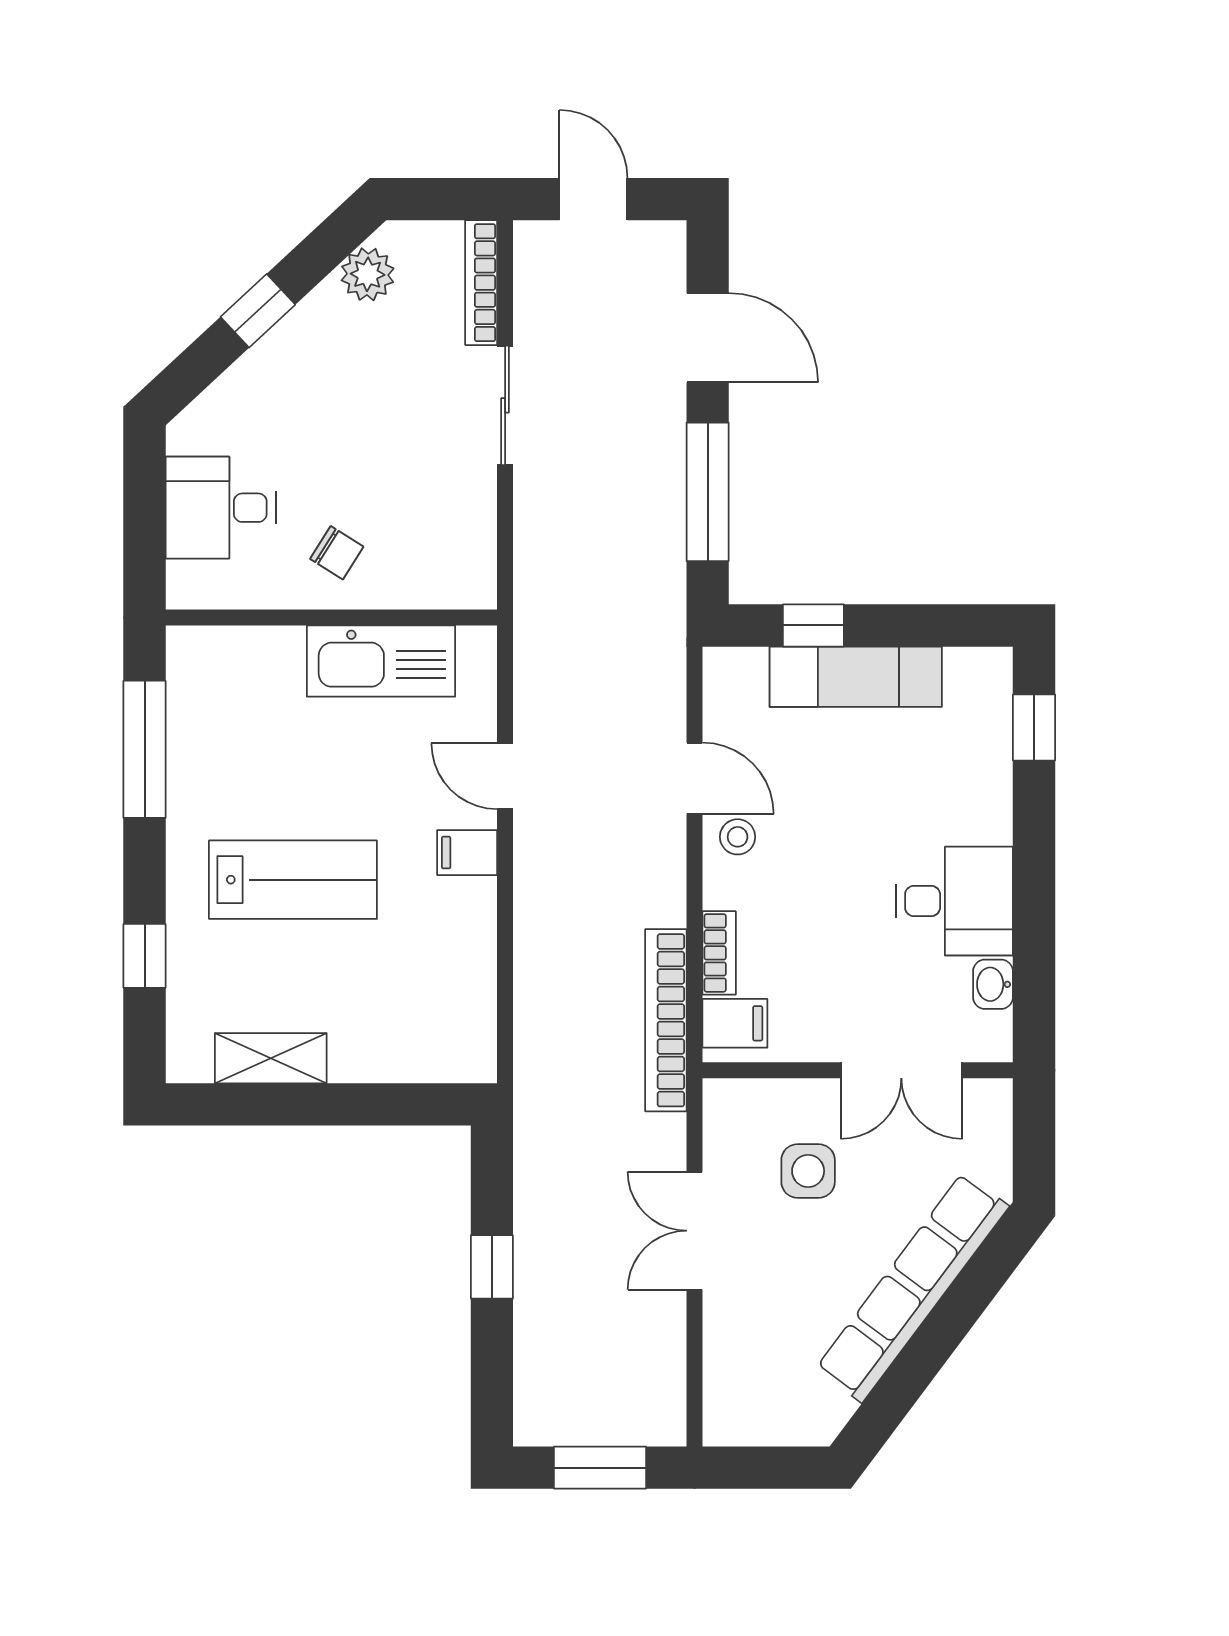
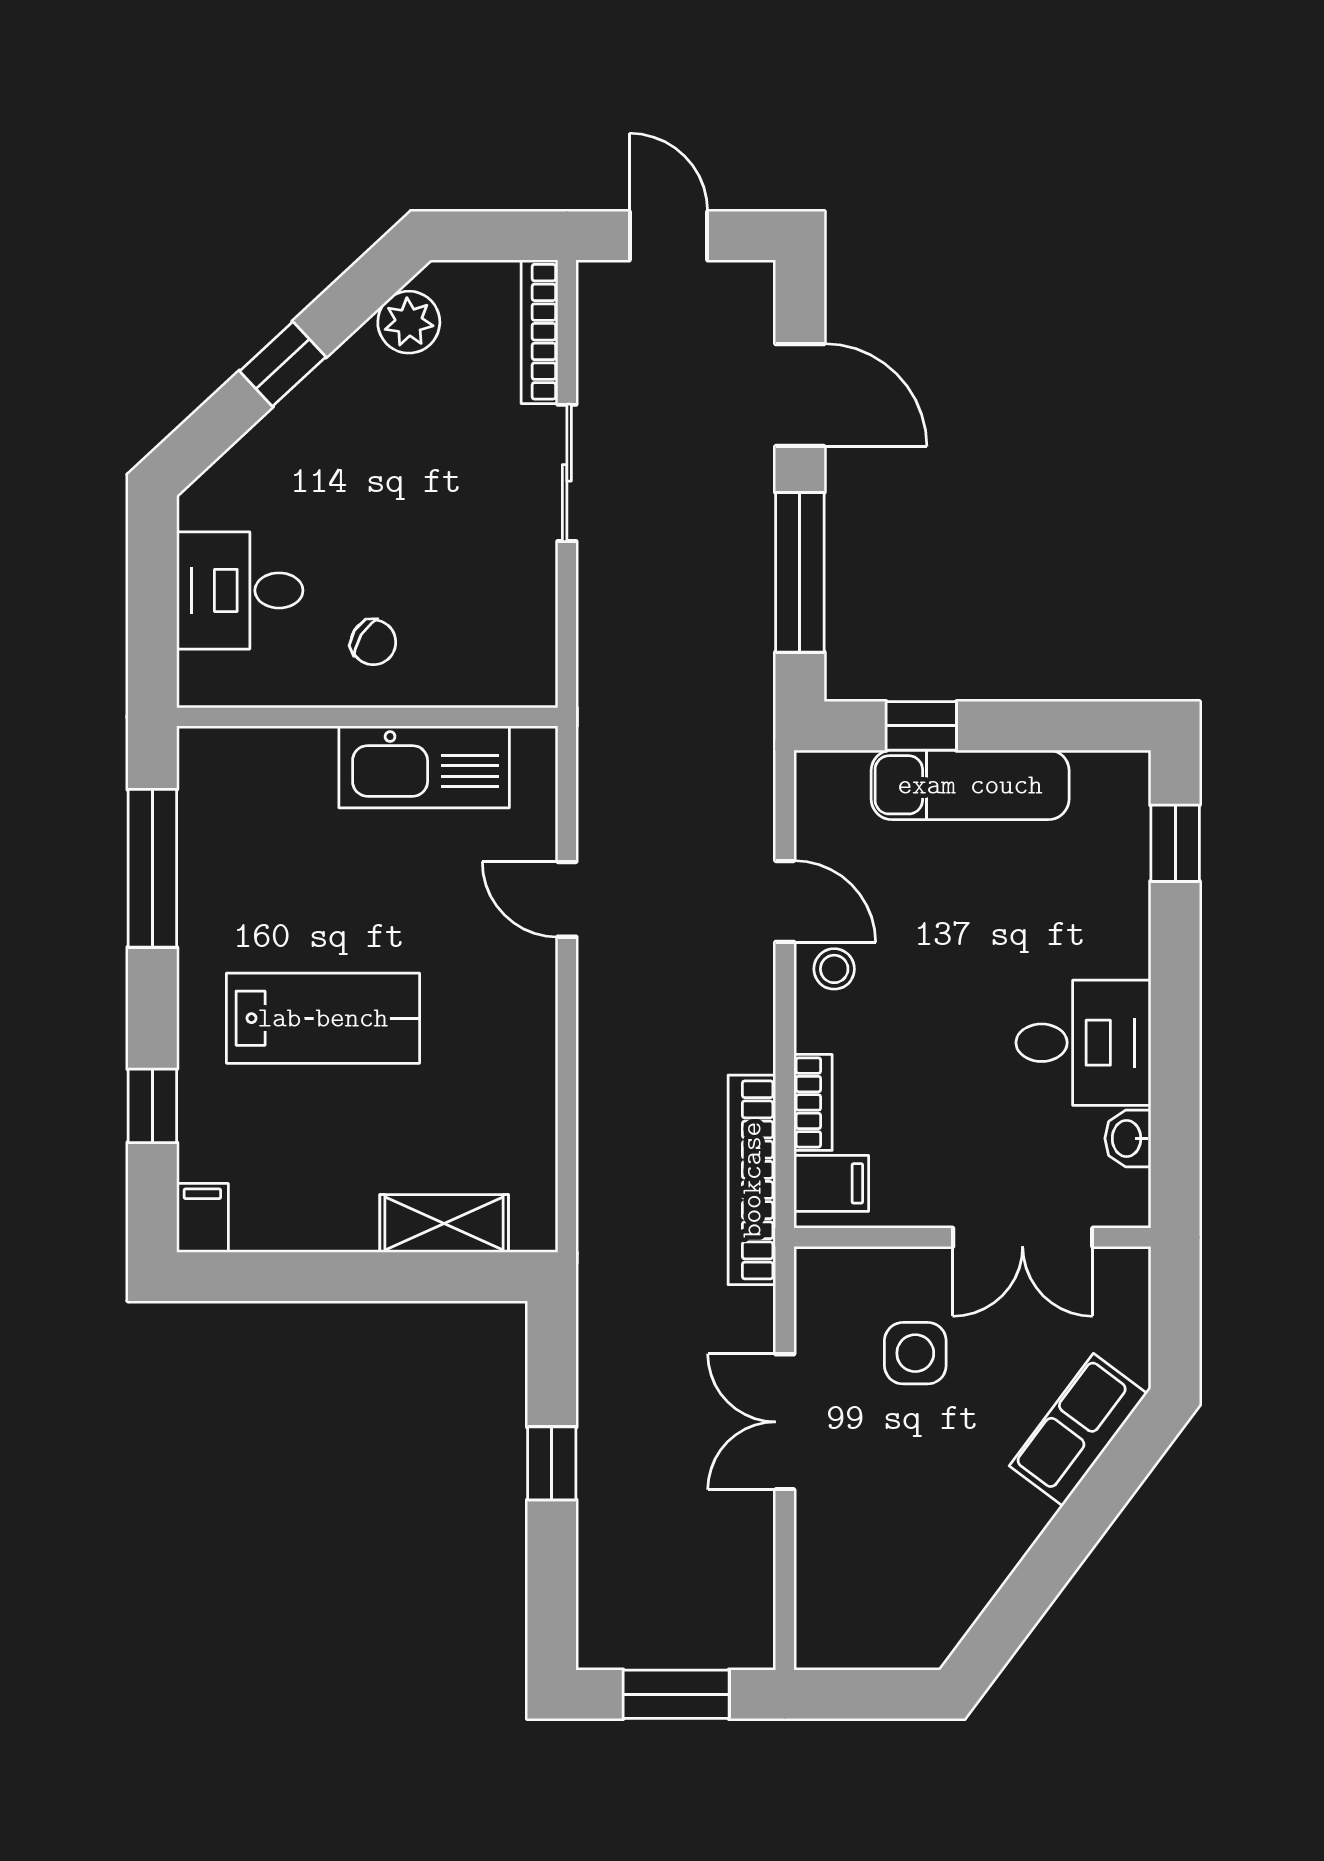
filing cabinet: (467, 853) -> (202, 1218), moved, turned 90
shelving: (271, 1058) -> (444, 1223), moved
row of seats: (912, 1287) -> (1078, 1430), width x0.50

